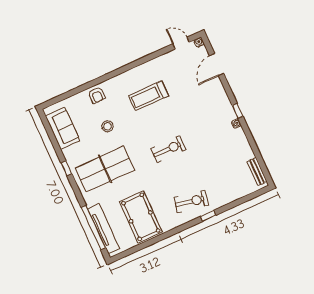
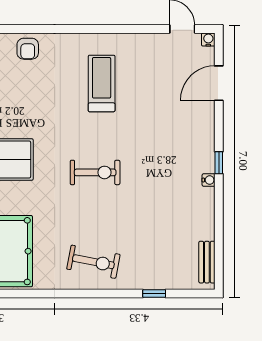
treadmill: (149, 96) -> (102, 83), turned 90
stool: (107, 126) -> (23, 100), removed
window: (208, 216) -> (154, 293), moved

